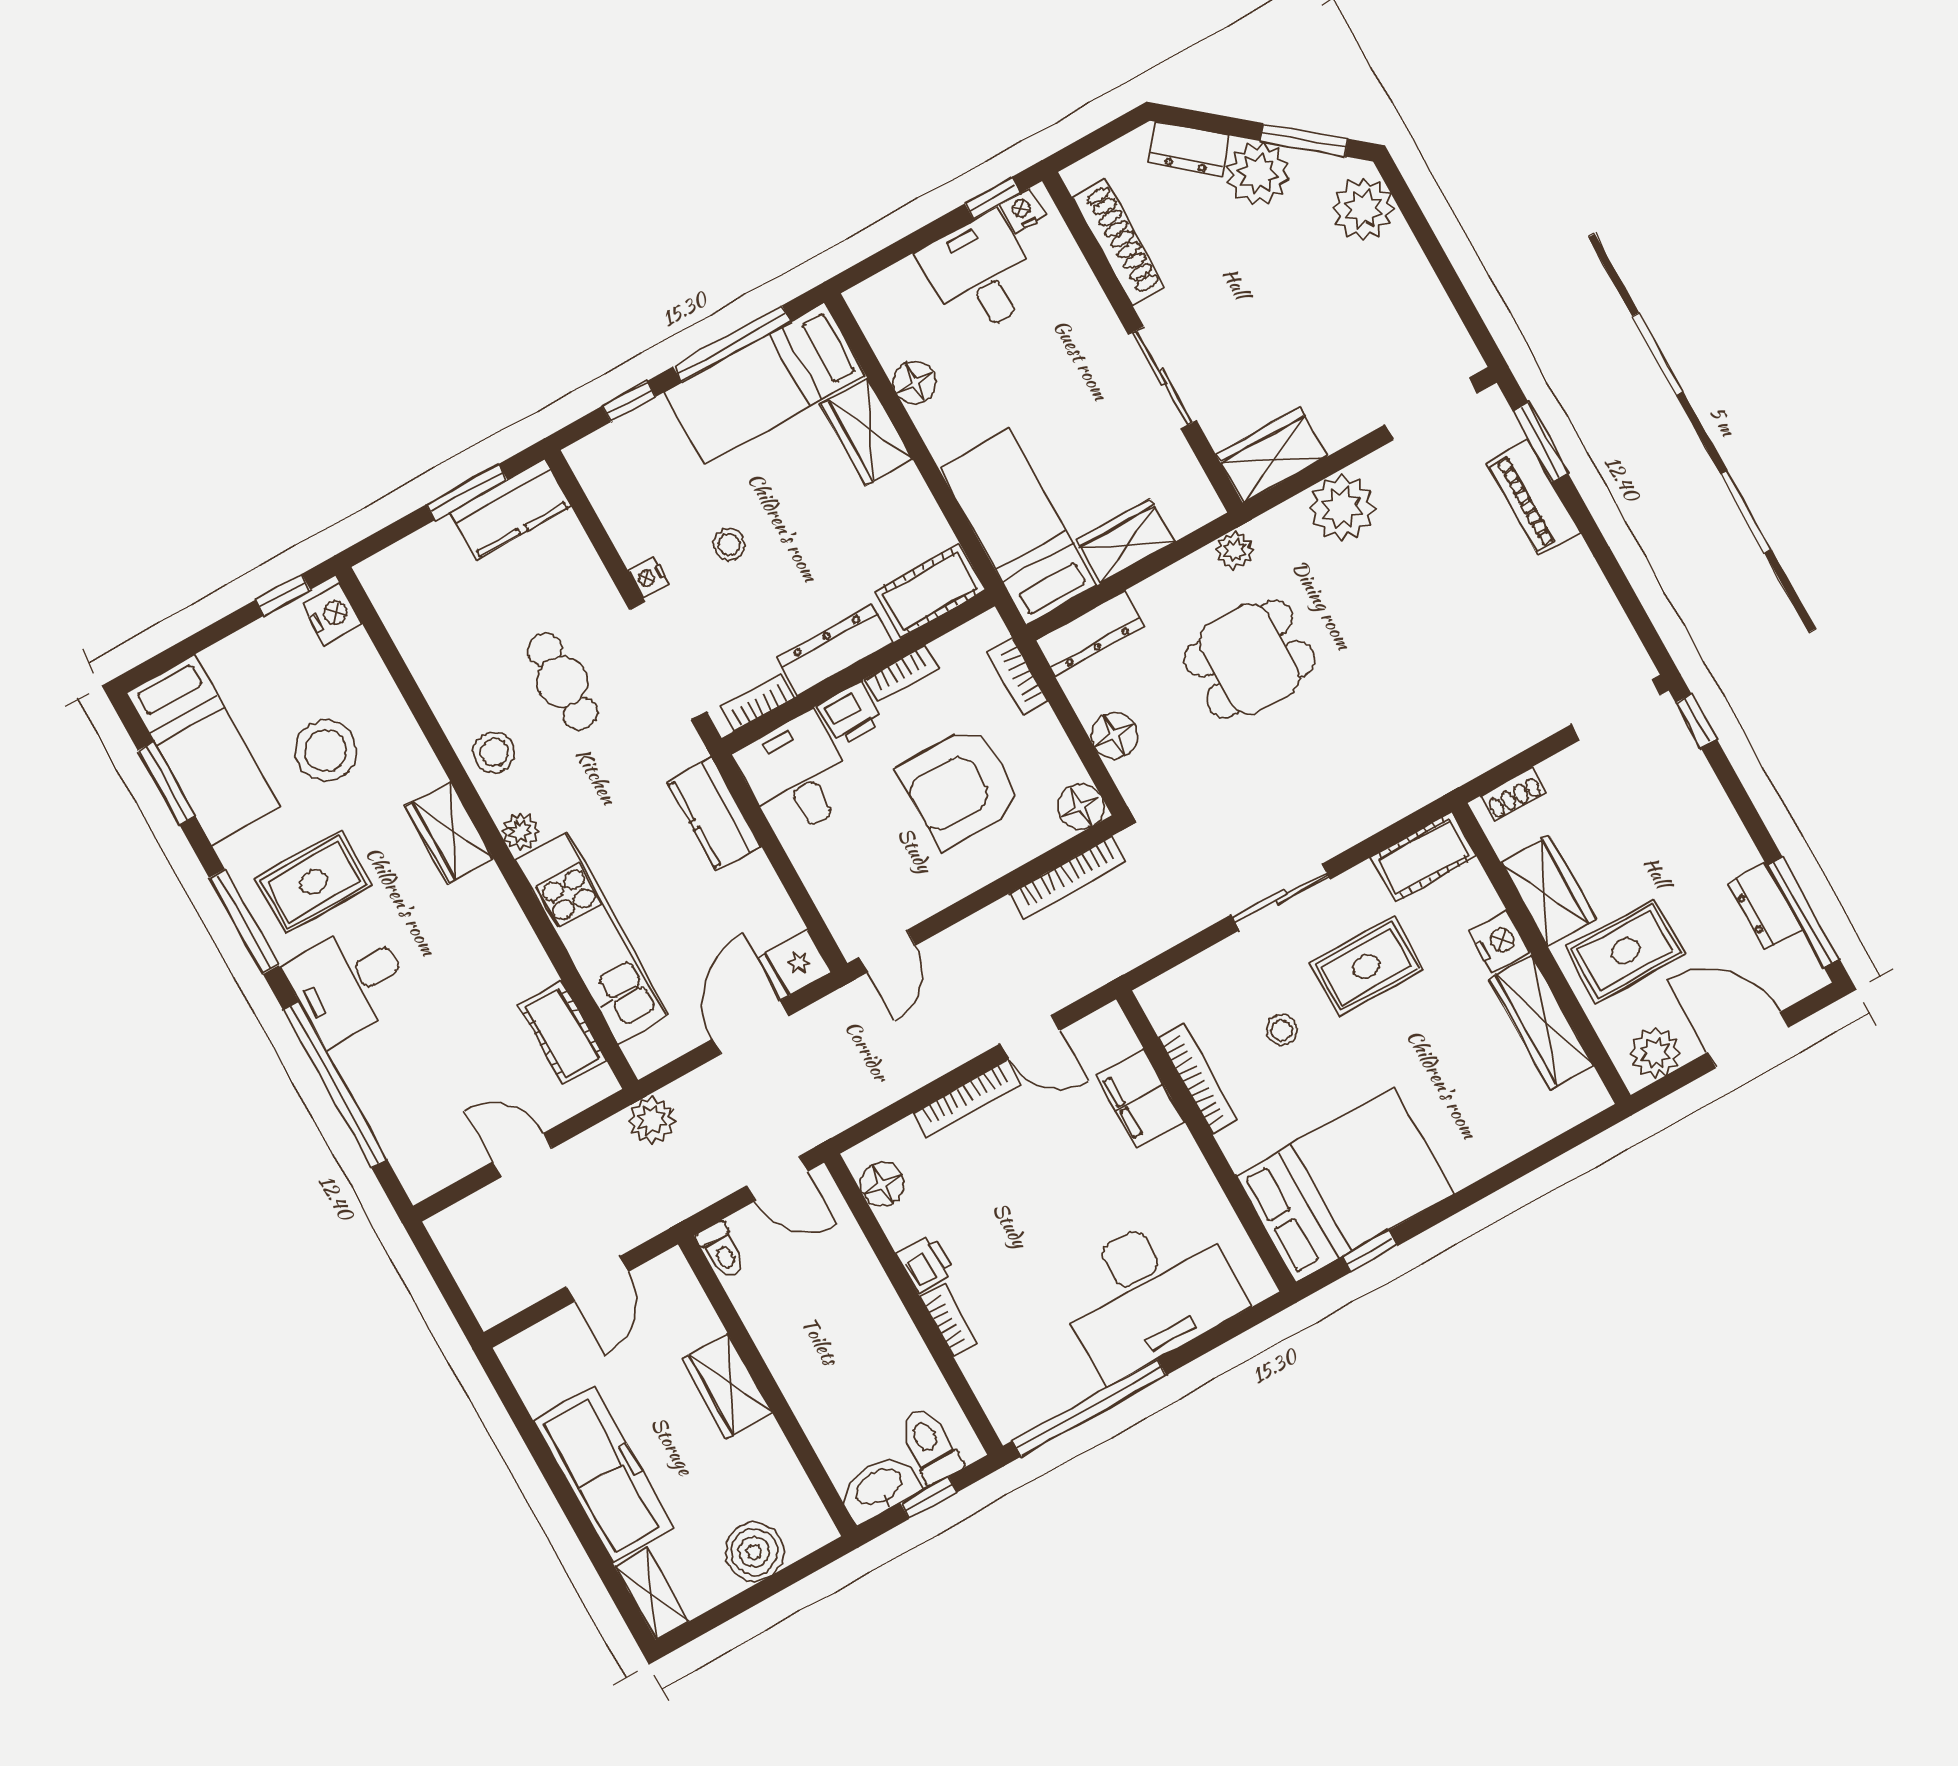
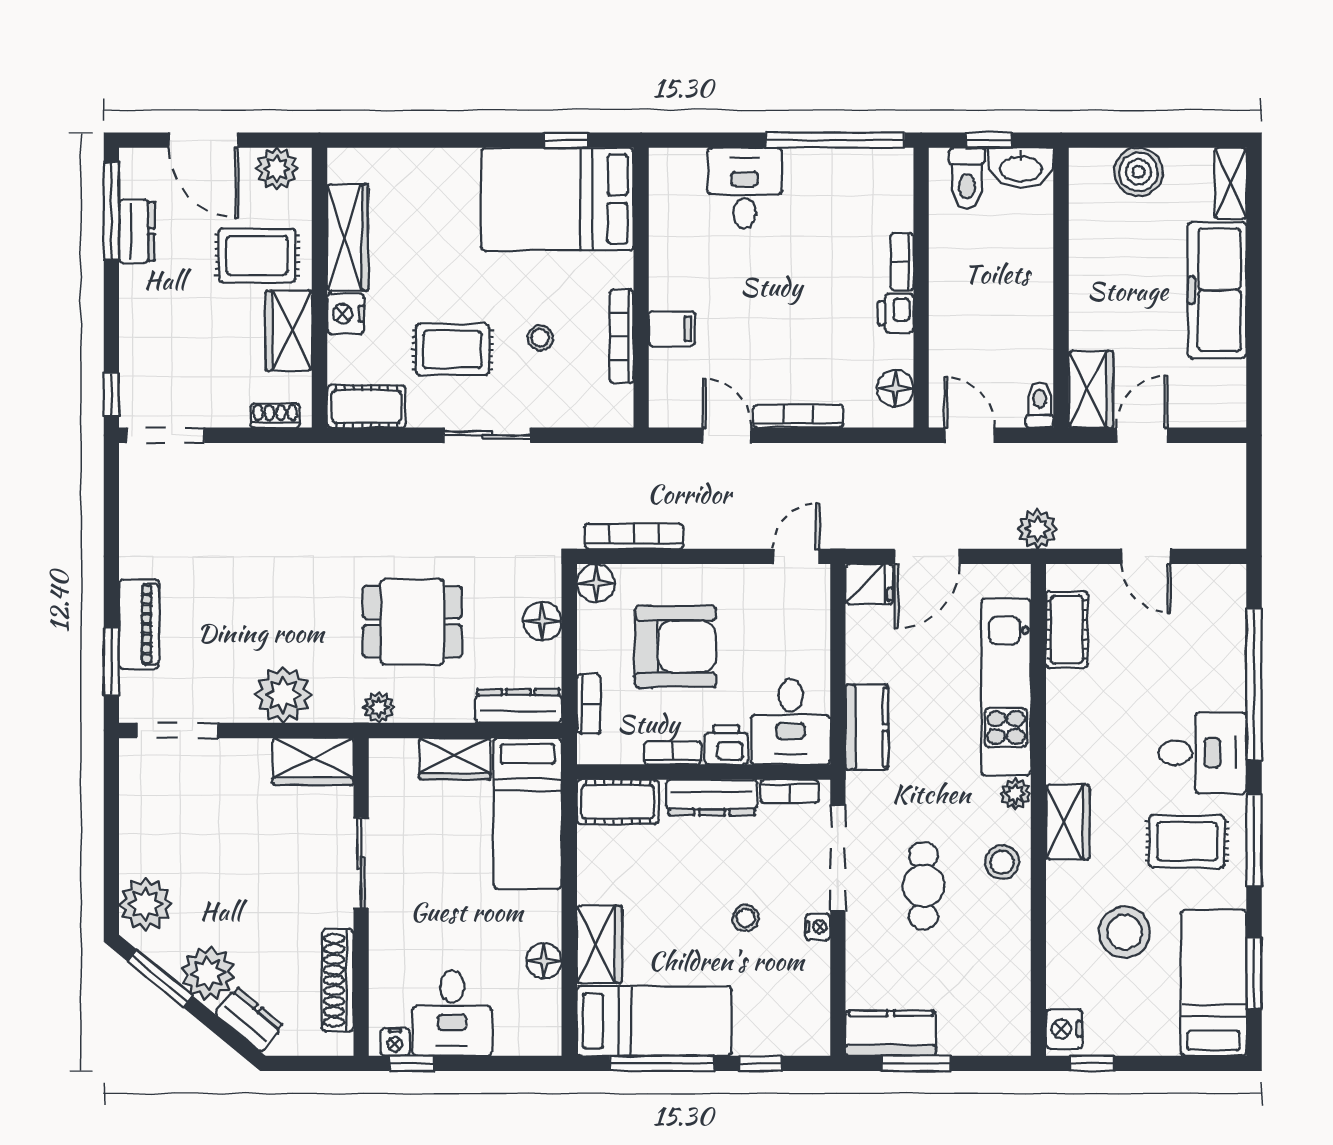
filing cabinet: (1140, 1098) -> (672, 329), width x0.50
desk: (1149, 1293) -> (745, 188), width x0.53, depth x0.77
wardrobe: (727, 1386) -> (1091, 389), moved

